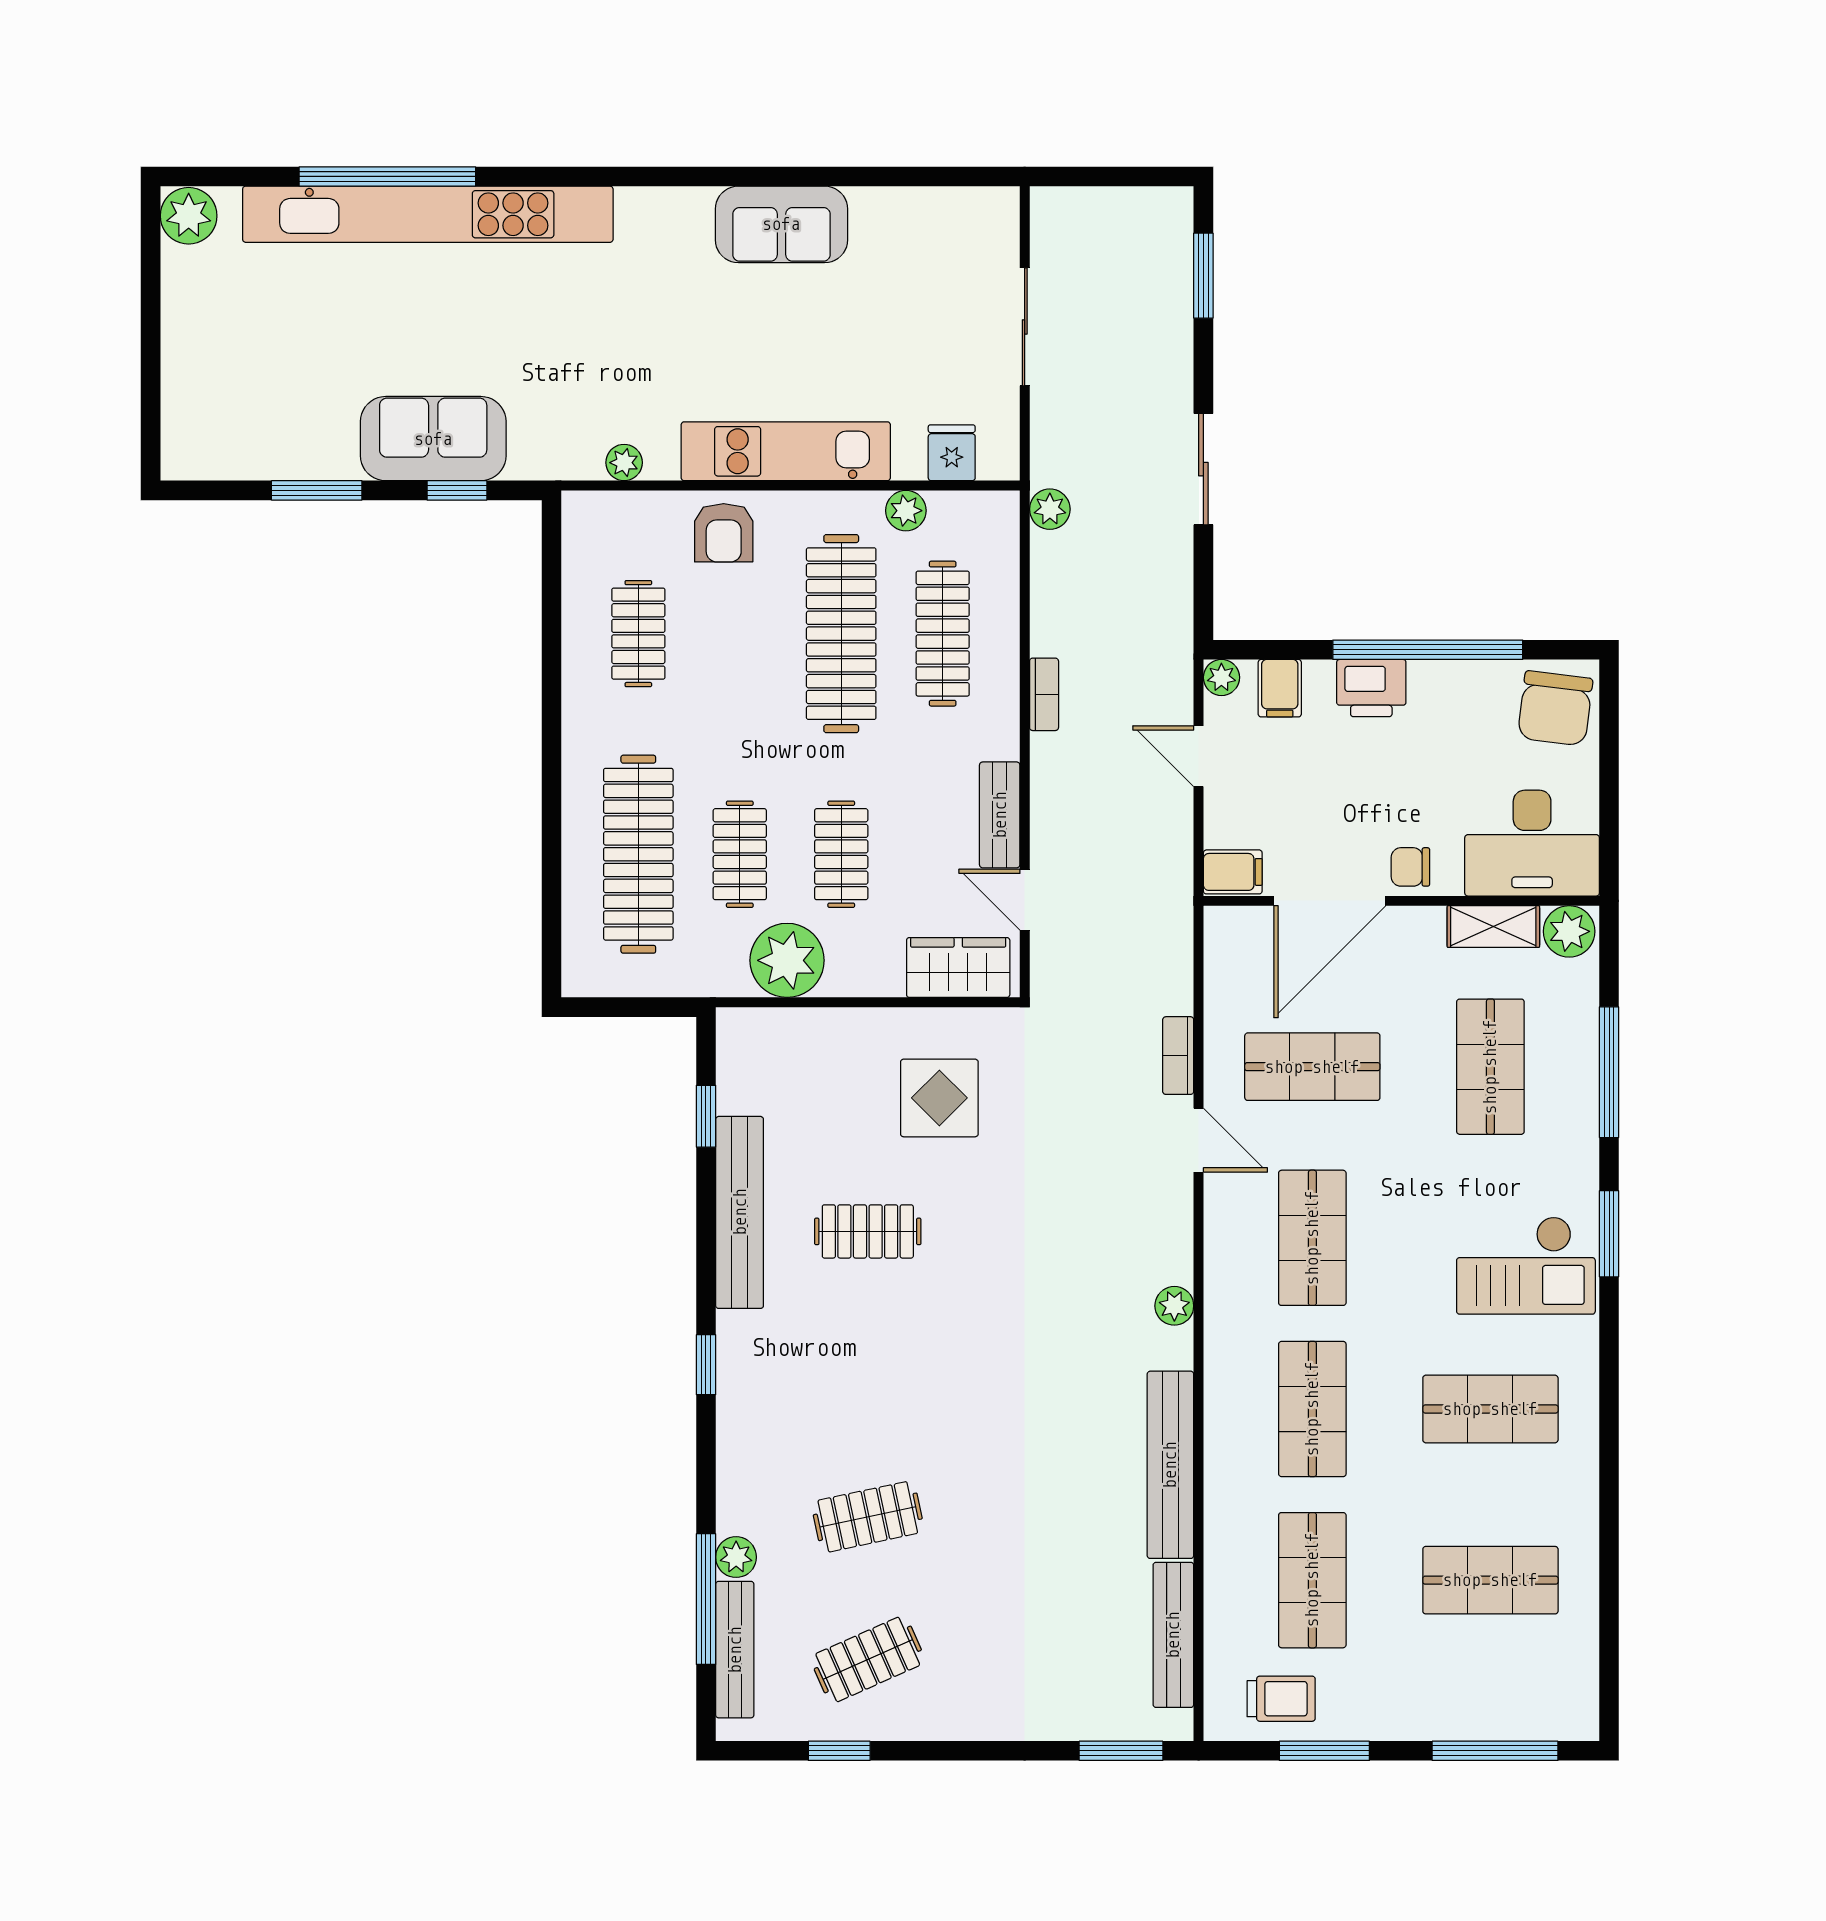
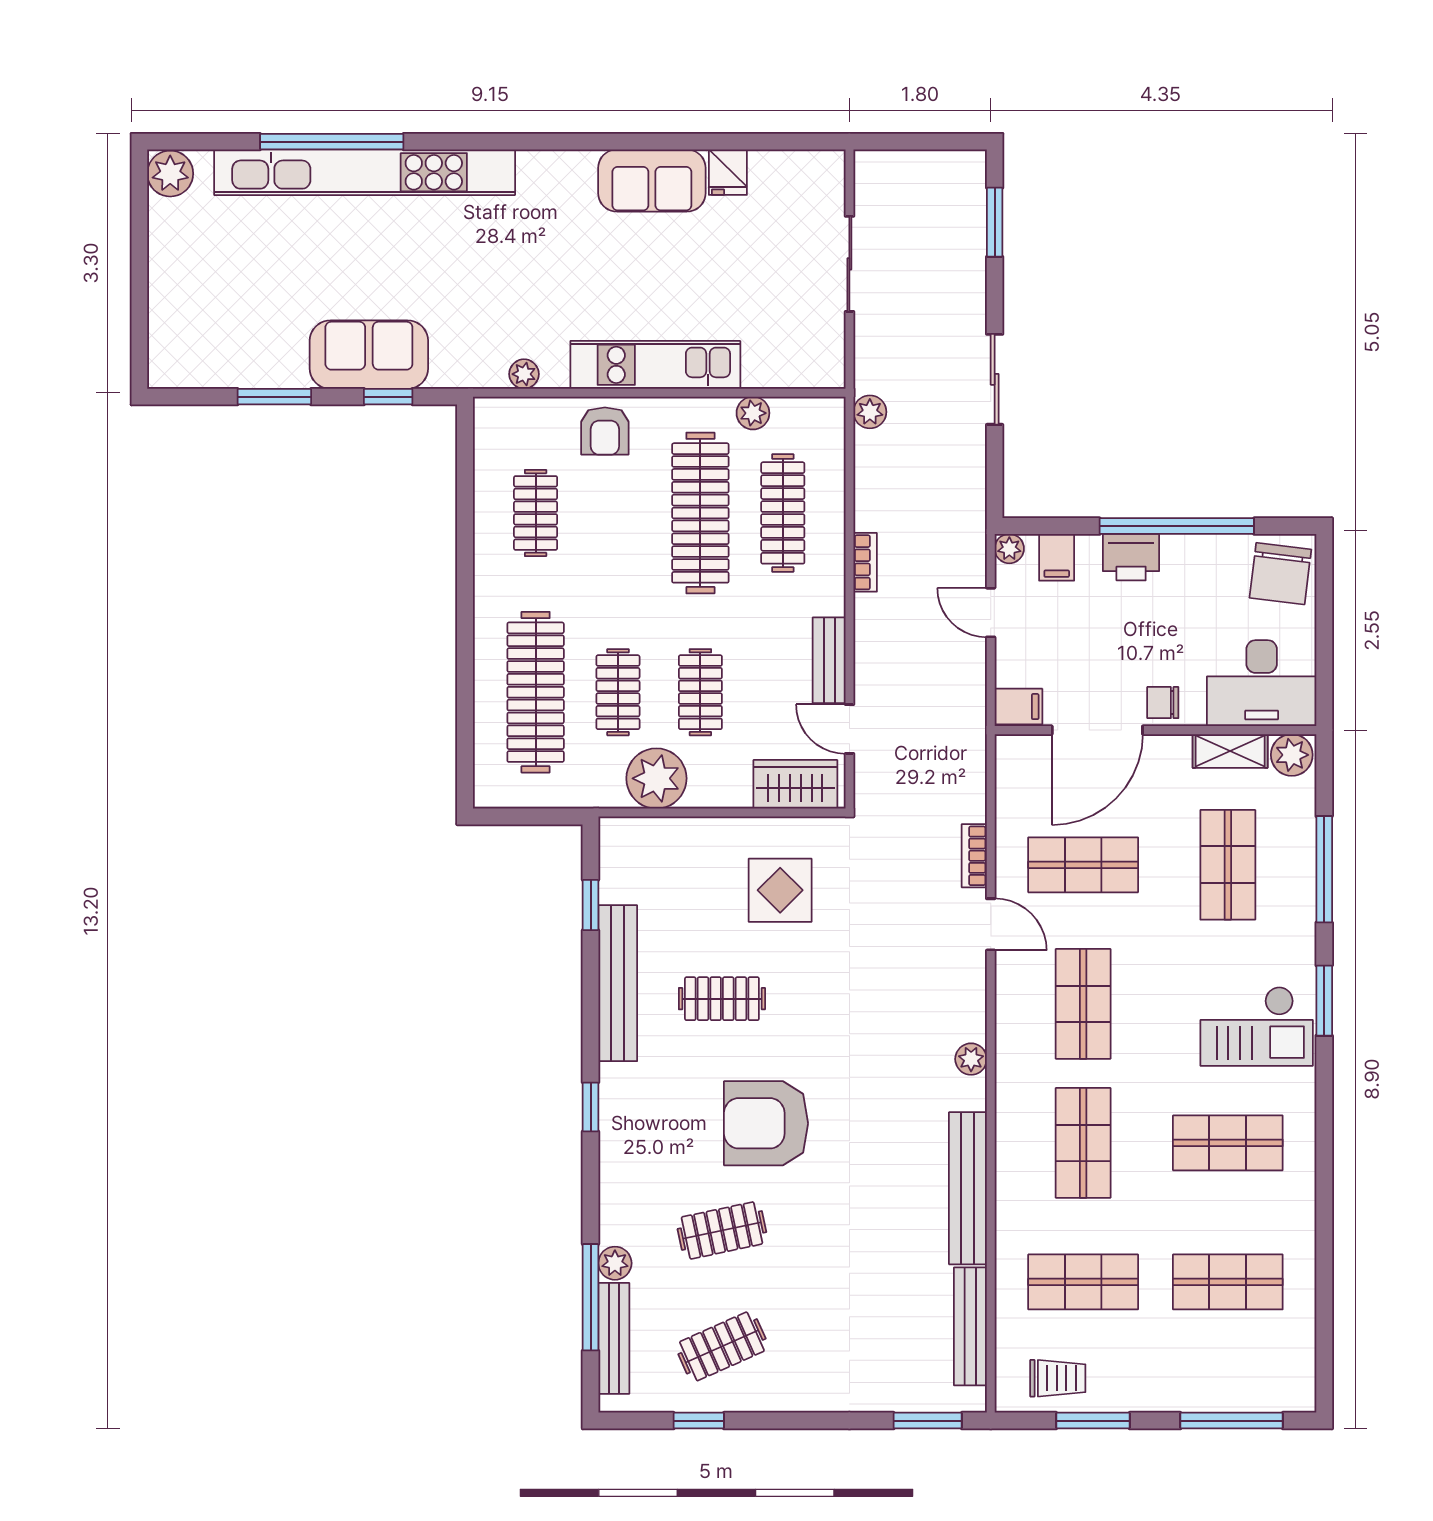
fridge: (952, 453) -> (728, 172), moved, turned 180
armchair: (922, 1385) -> (766, 1123), added
shop shelf: (1312, 1580) -> (1083, 1282), turned 90

